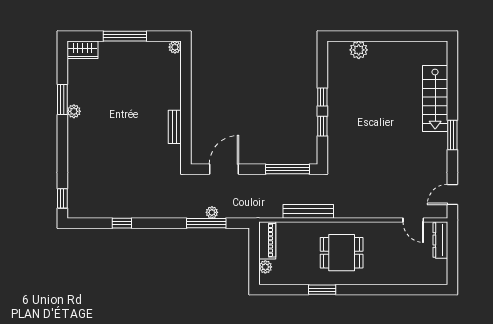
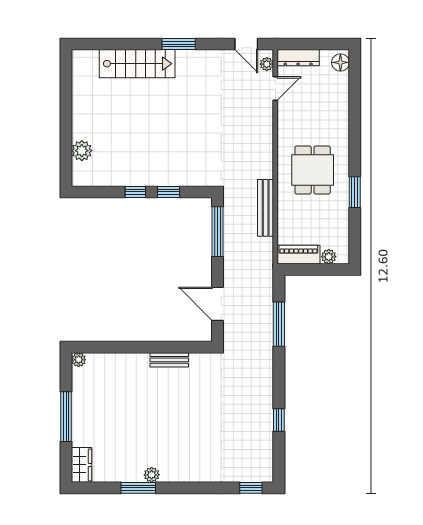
plant: (212, 212) -> (267, 64), moved
floor lamp: (436, 277) -> (340, 62), added

